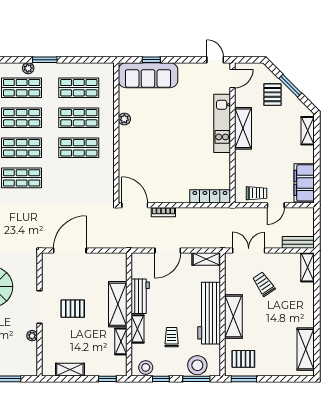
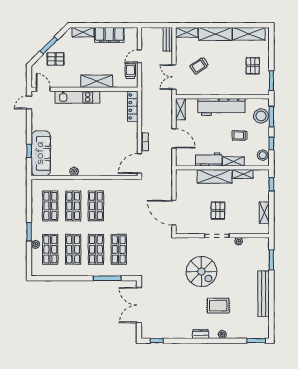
shelving: (243, 128) -> (97, 81), moved
filing cabinet: (304, 183) -> (109, 35), moved
door: (276, 205) -> (139, 56), swing flipped
shelving: (233, 317) -> (215, 34), moved
pallet: (243, 359) -> (253, 66), moved

